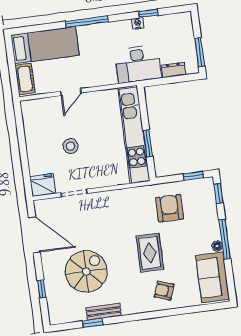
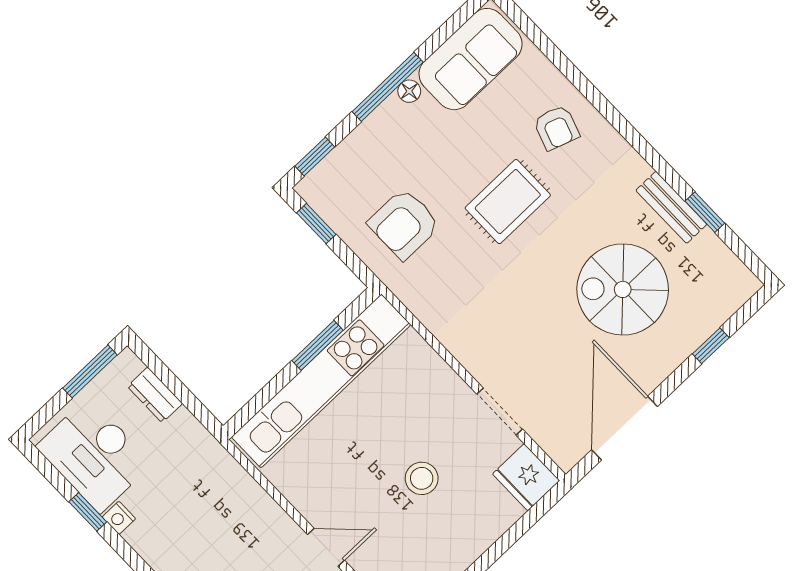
desk: (138, 64) -> (94, 455), moved, turned 180

